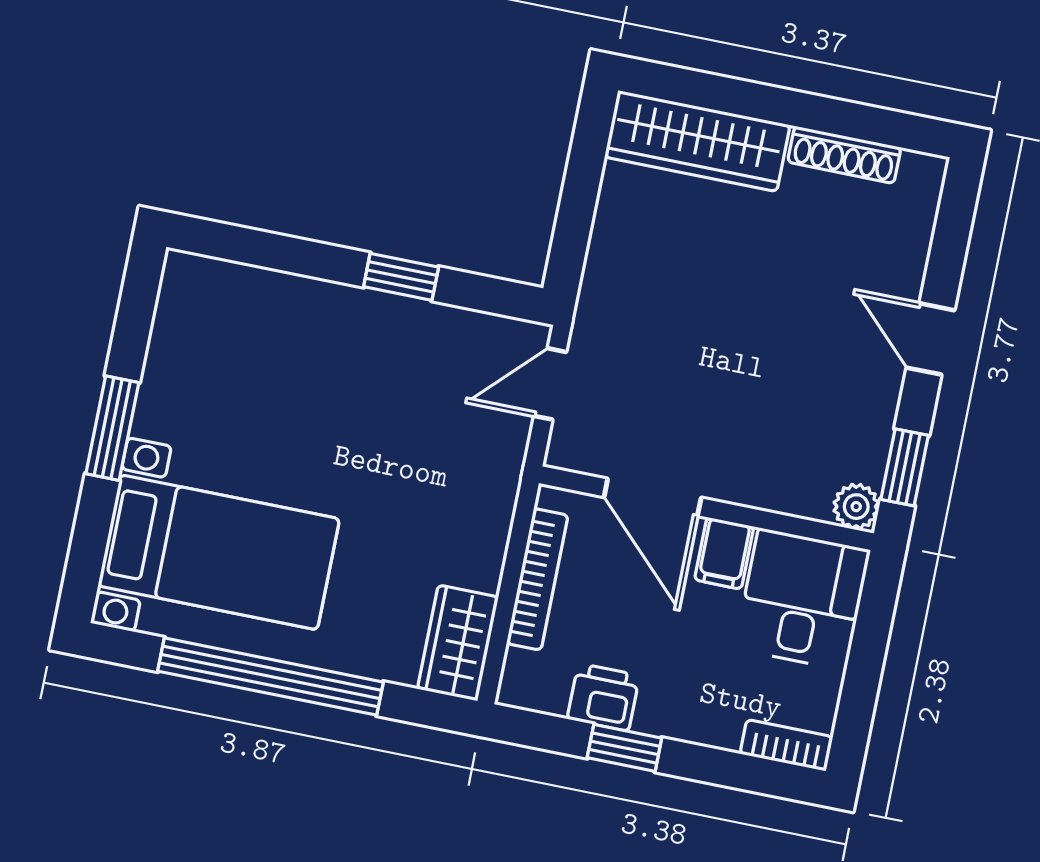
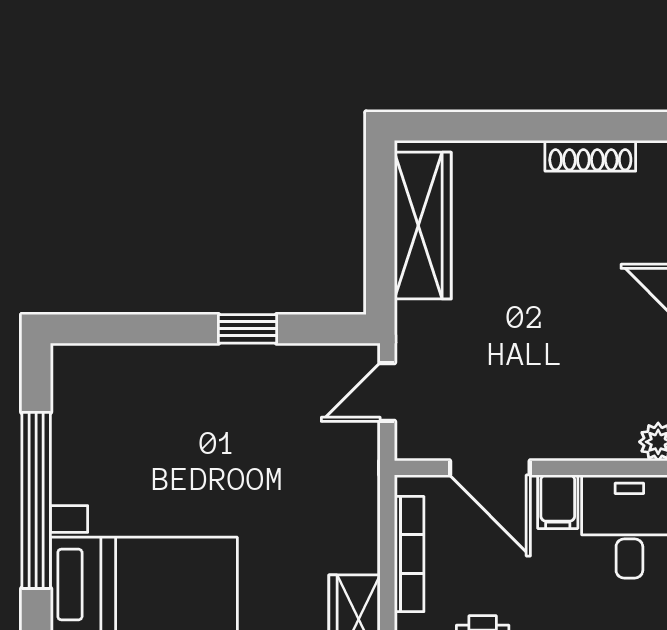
wardrobe: (697, 141) -> (423, 226), moved, turned -90
window: (112, 428) -> (36, 500), width x2.11

